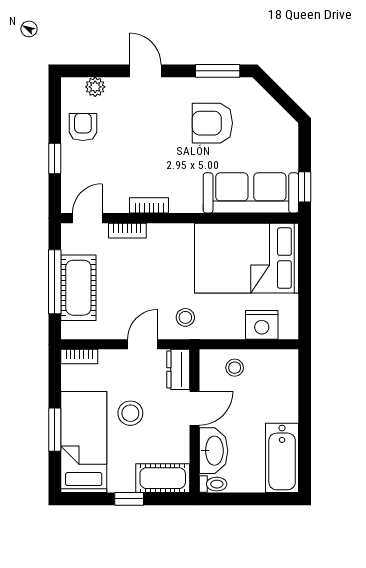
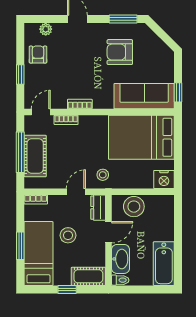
nightstand: (262, 325) -> (164, 179), moved
stool: (235, 368) -> (134, 207), width x1.89, depth x1.89

